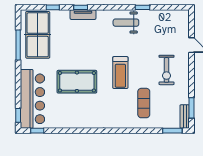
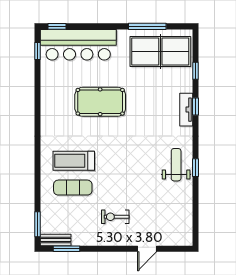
window: (143, 7) -> (195, 168), moved
exercise bike: (167, 70) -> (115, 217), width x0.73, depth x0.72
treadmill: (120, 73) -> (74, 161), moved
pool table: (77, 82) -> (100, 102), turned 90

